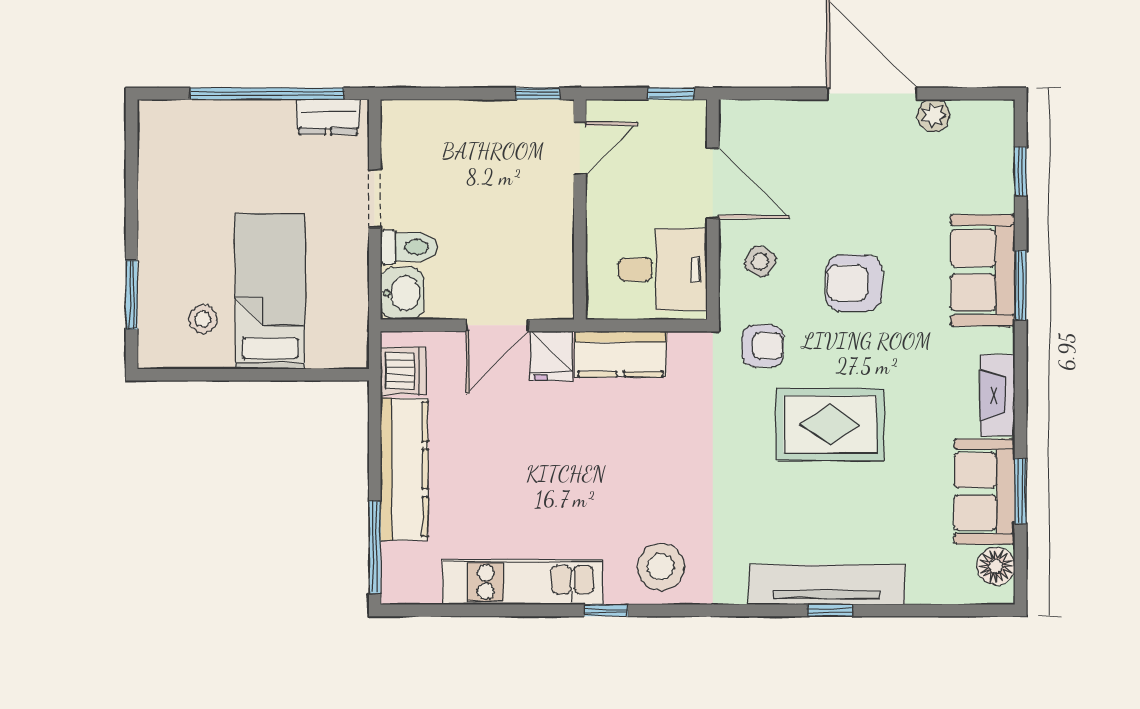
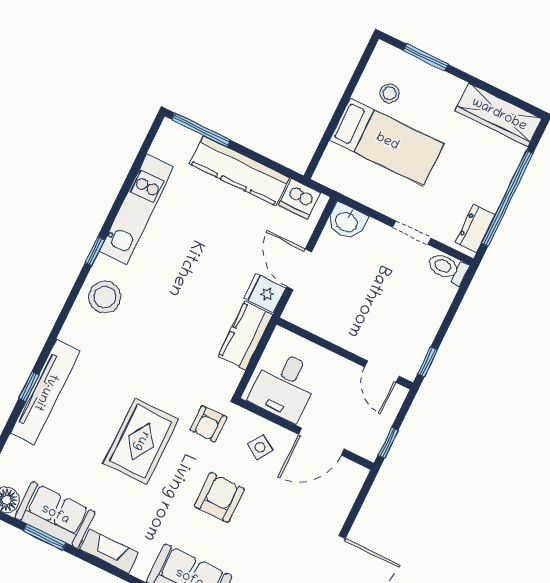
wardrobe: (161, 160) -> (499, 115), added
toilet: (409, 247) -> (448, 268), moved, turned 90

